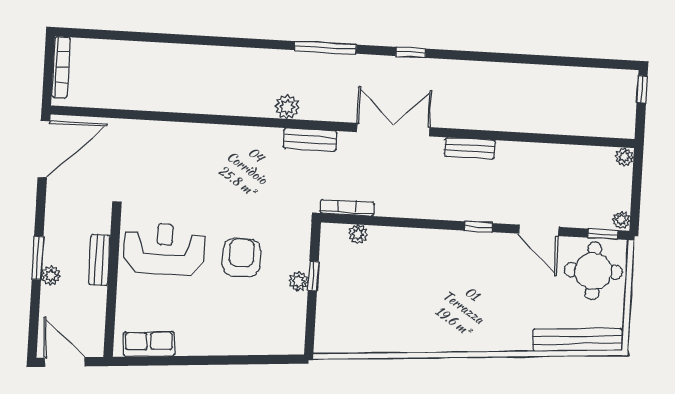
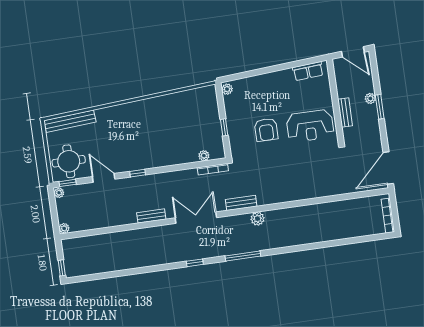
double door: (393, 130) -> (196, 218), swing flipped
plant: (299, 281) -> (227, 89), moved

